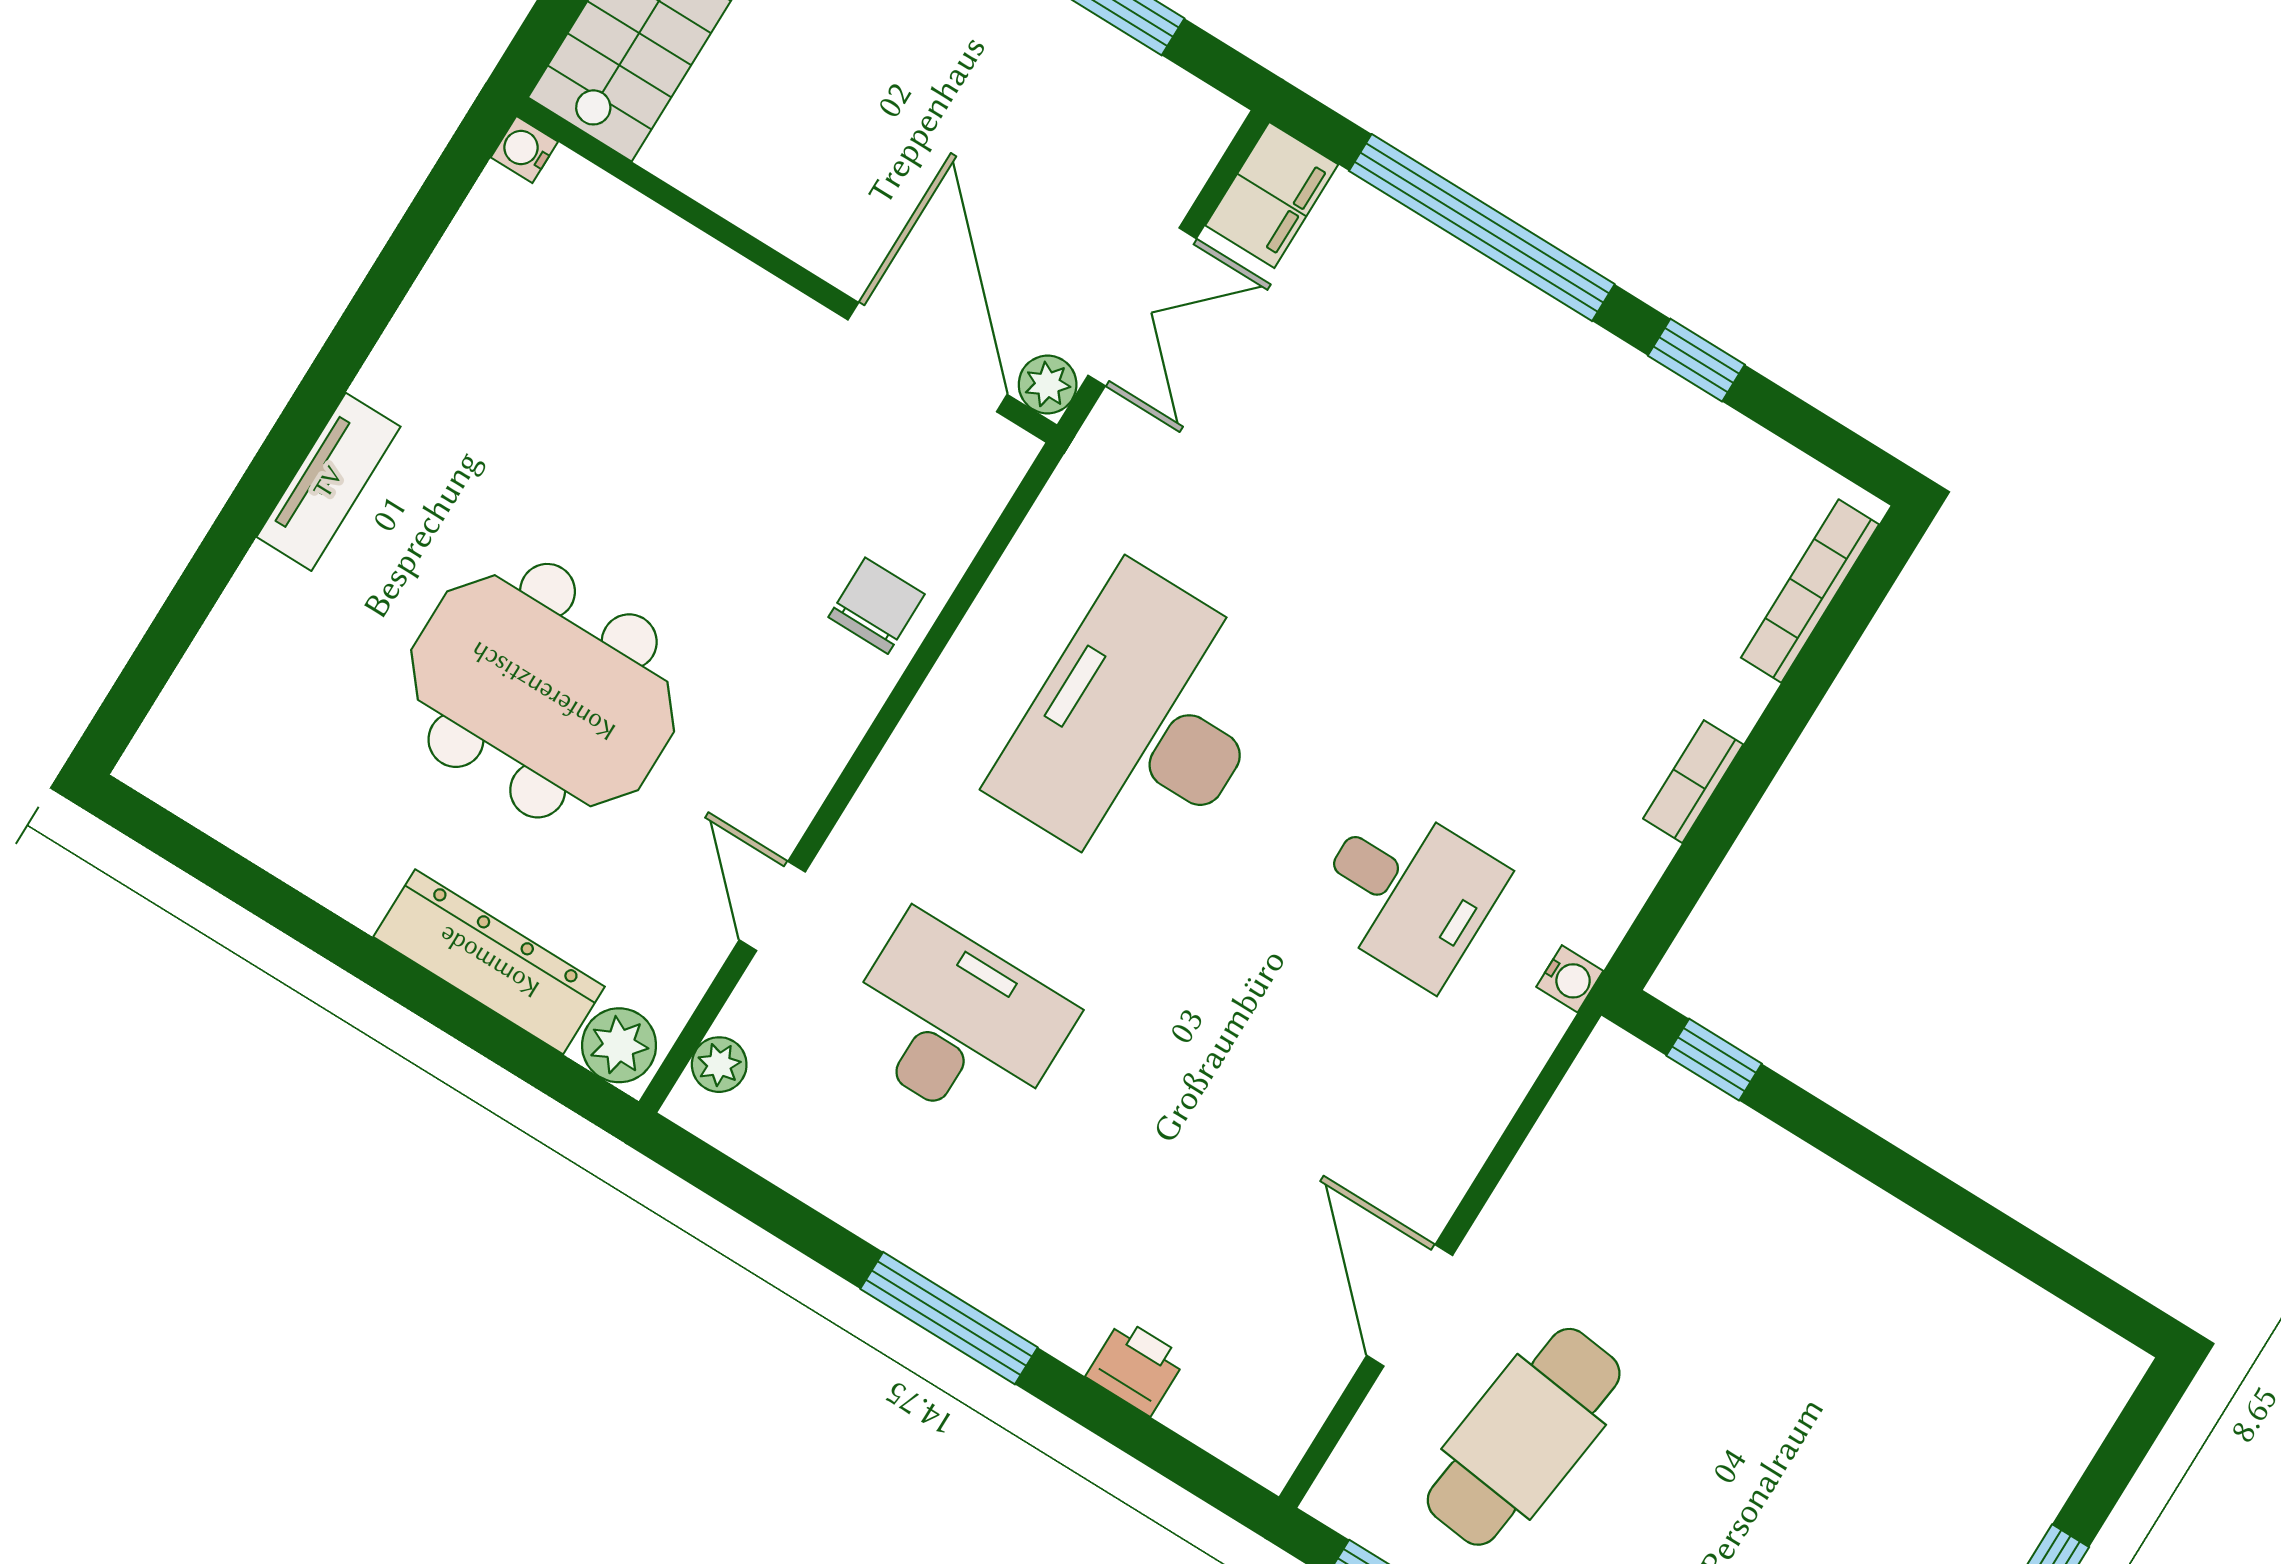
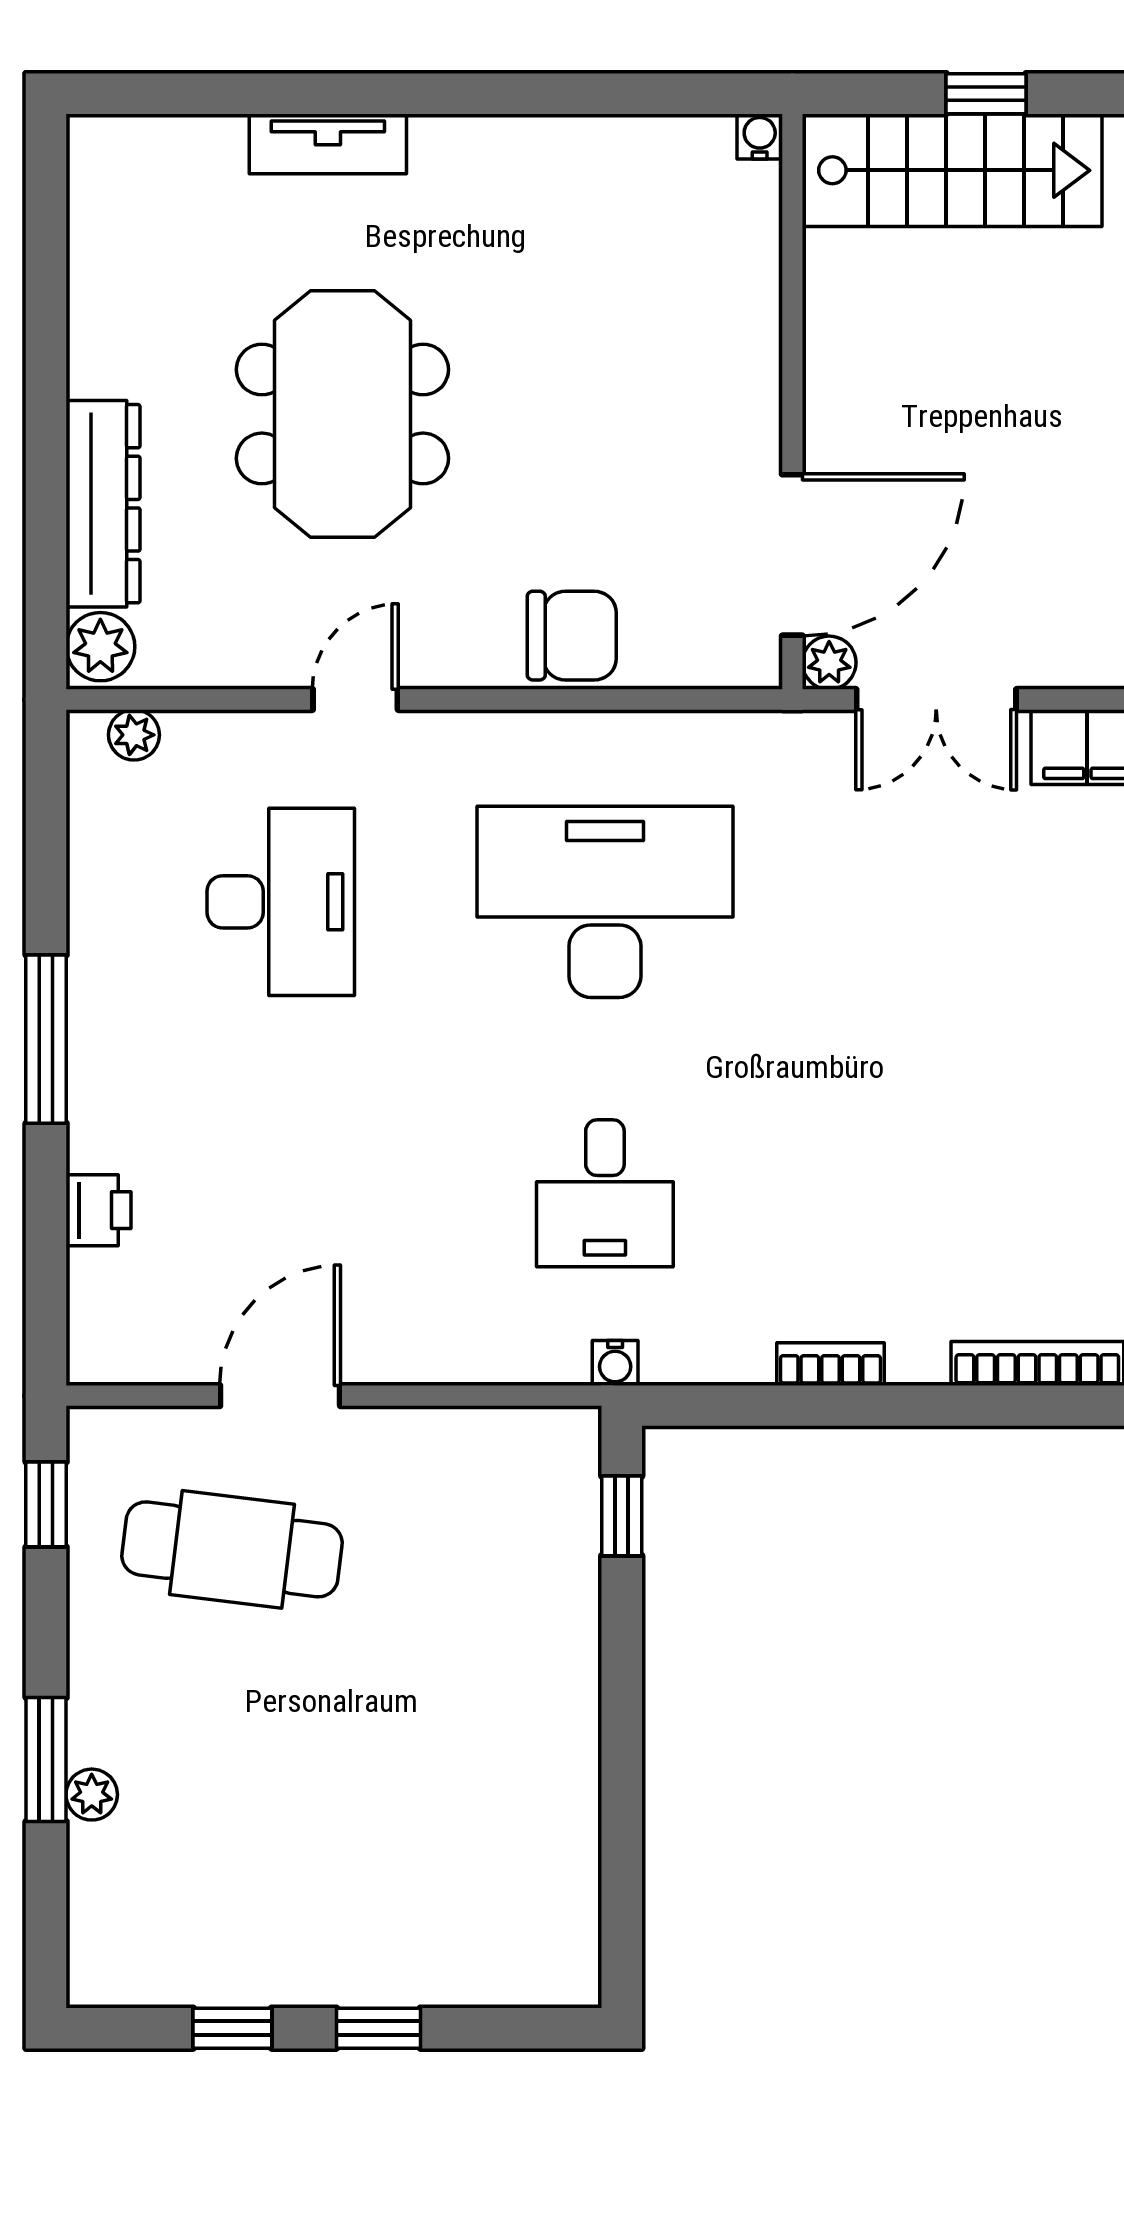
tv unit: (328, 482) -> (328, 144), moved
chair: (877, 606) -> (572, 636), width x1.37, depth x1.37
door: (772, 906) -> (355, 699), moved

